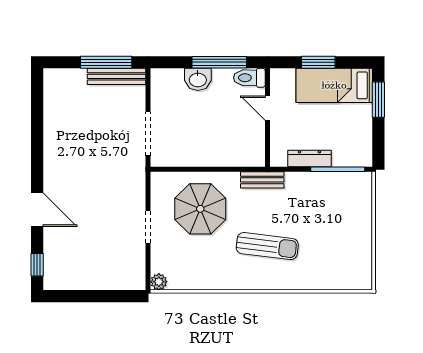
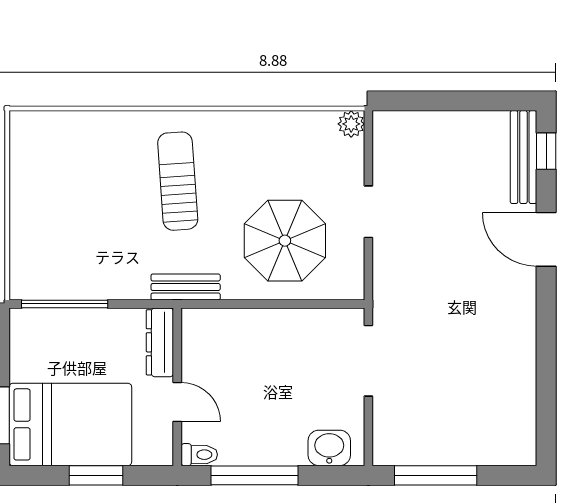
bench: (117, 76) -> (523, 157), moved, turned 90
toilet: (249, 78) -> (199, 455), width x0.73, depth x0.72
washbasin: (198, 79) -> (329, 448), moved
bed: (334, 85) -> (70, 424), width x1.50
dresser: (309, 158) -> (160, 342), moved, turned 90
sun lounger: (267, 246) -> (178, 181), turned 79

